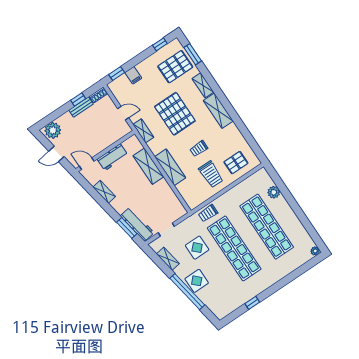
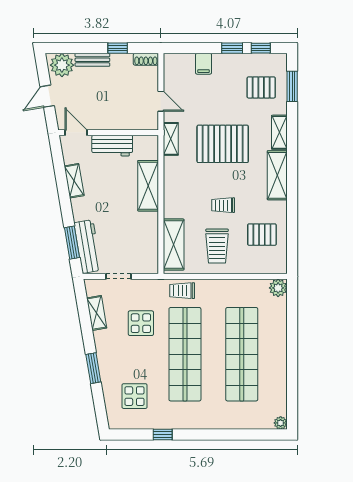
pallet: (175, 67) -> (261, 87), width x0.67, depth x0.71
window: (117, 74) -> (232, 48), moved
bench: (81, 107) -> (92, 60), moved
pallet: (175, 114) -> (223, 144), turned 90
door: (56, 154) -> (47, 96), hinge flipped
pallet: (236, 163) -> (262, 235), moved
shelving: (170, 167) -> (174, 245), moved
plant: (274, 192) -> (278, 288), moved
display table: (197, 281) -> (135, 396), moved
window: (187, 292) -> (93, 368), width x0.47

